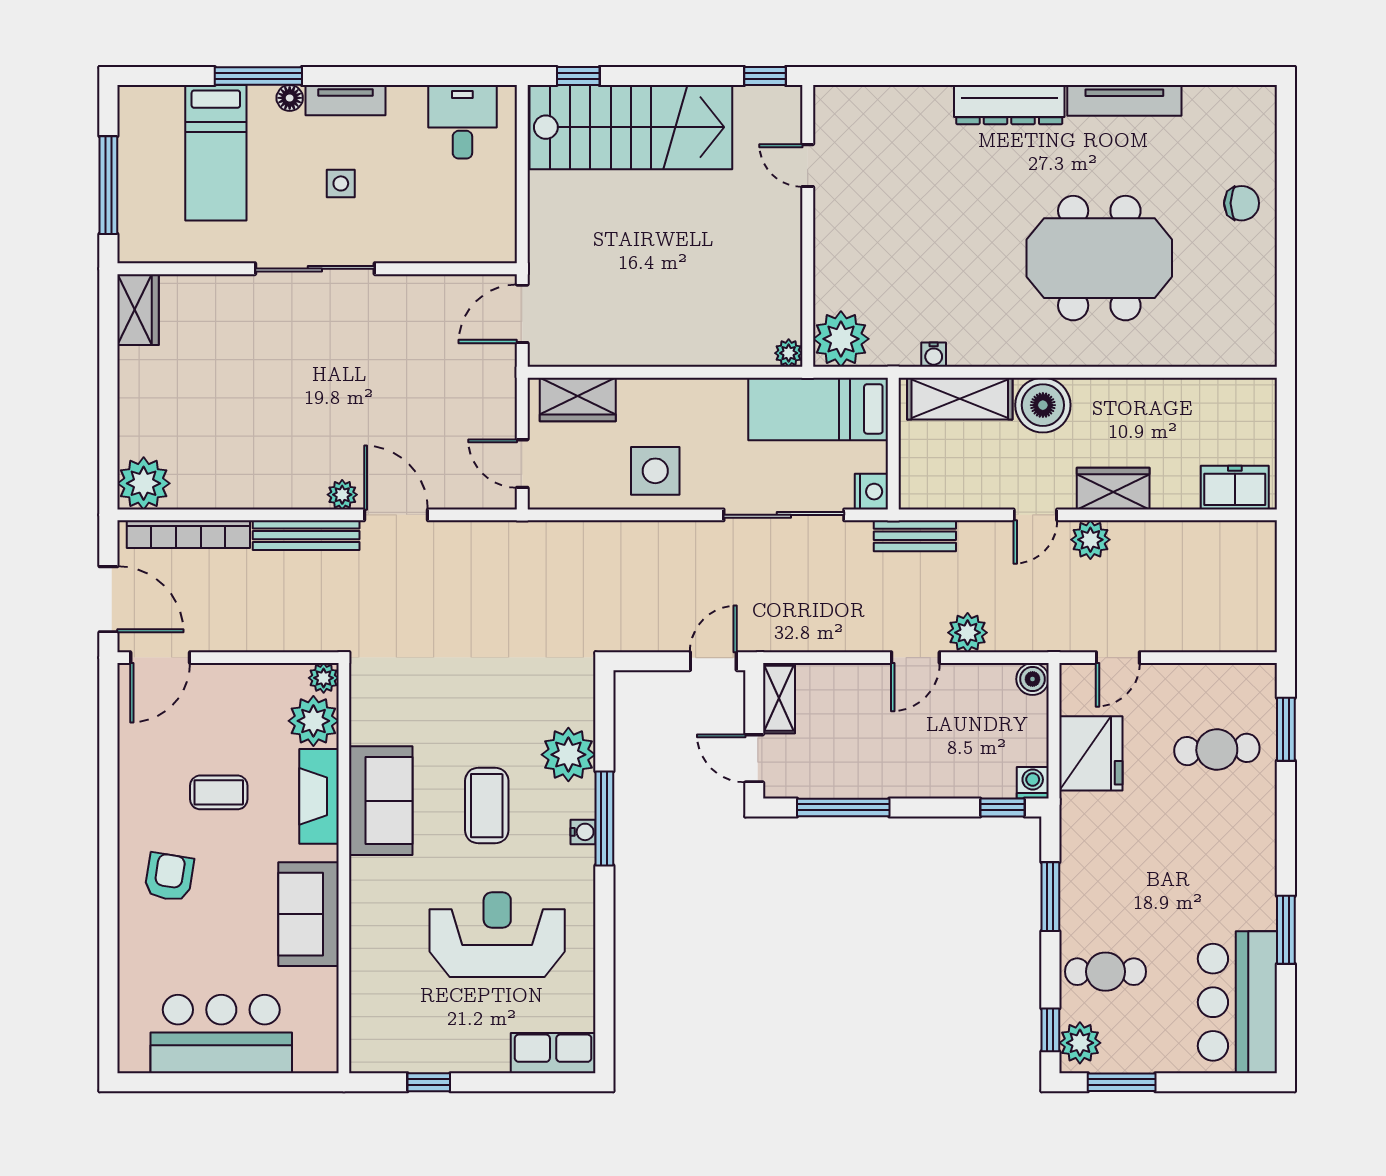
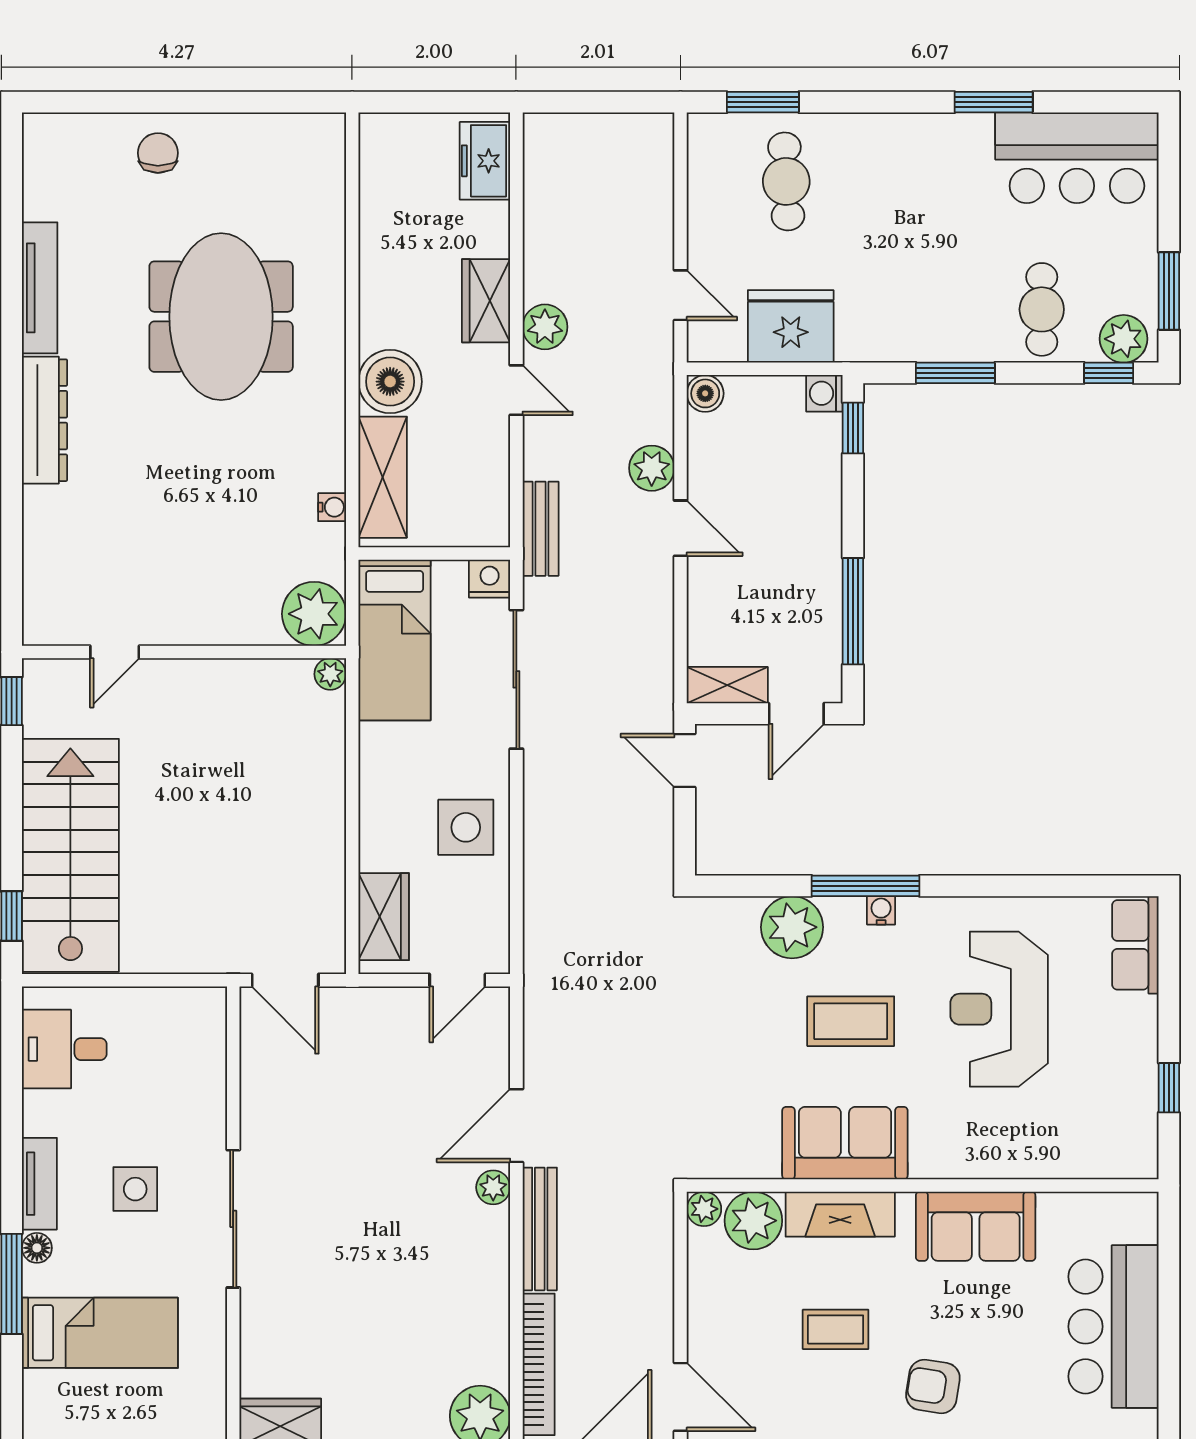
side table: (341, 183) -> (135, 1189), width x1.37, depth x1.37
coffee table: (219, 792) -> (836, 1329), turned 90

